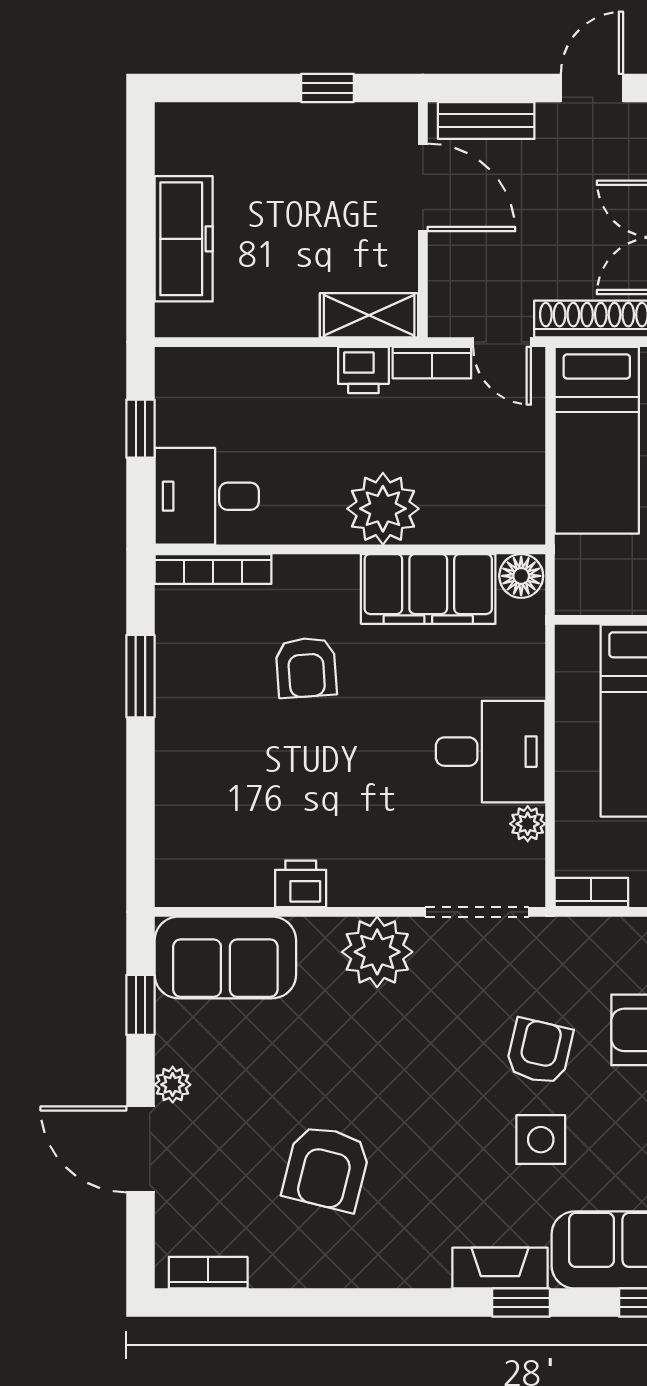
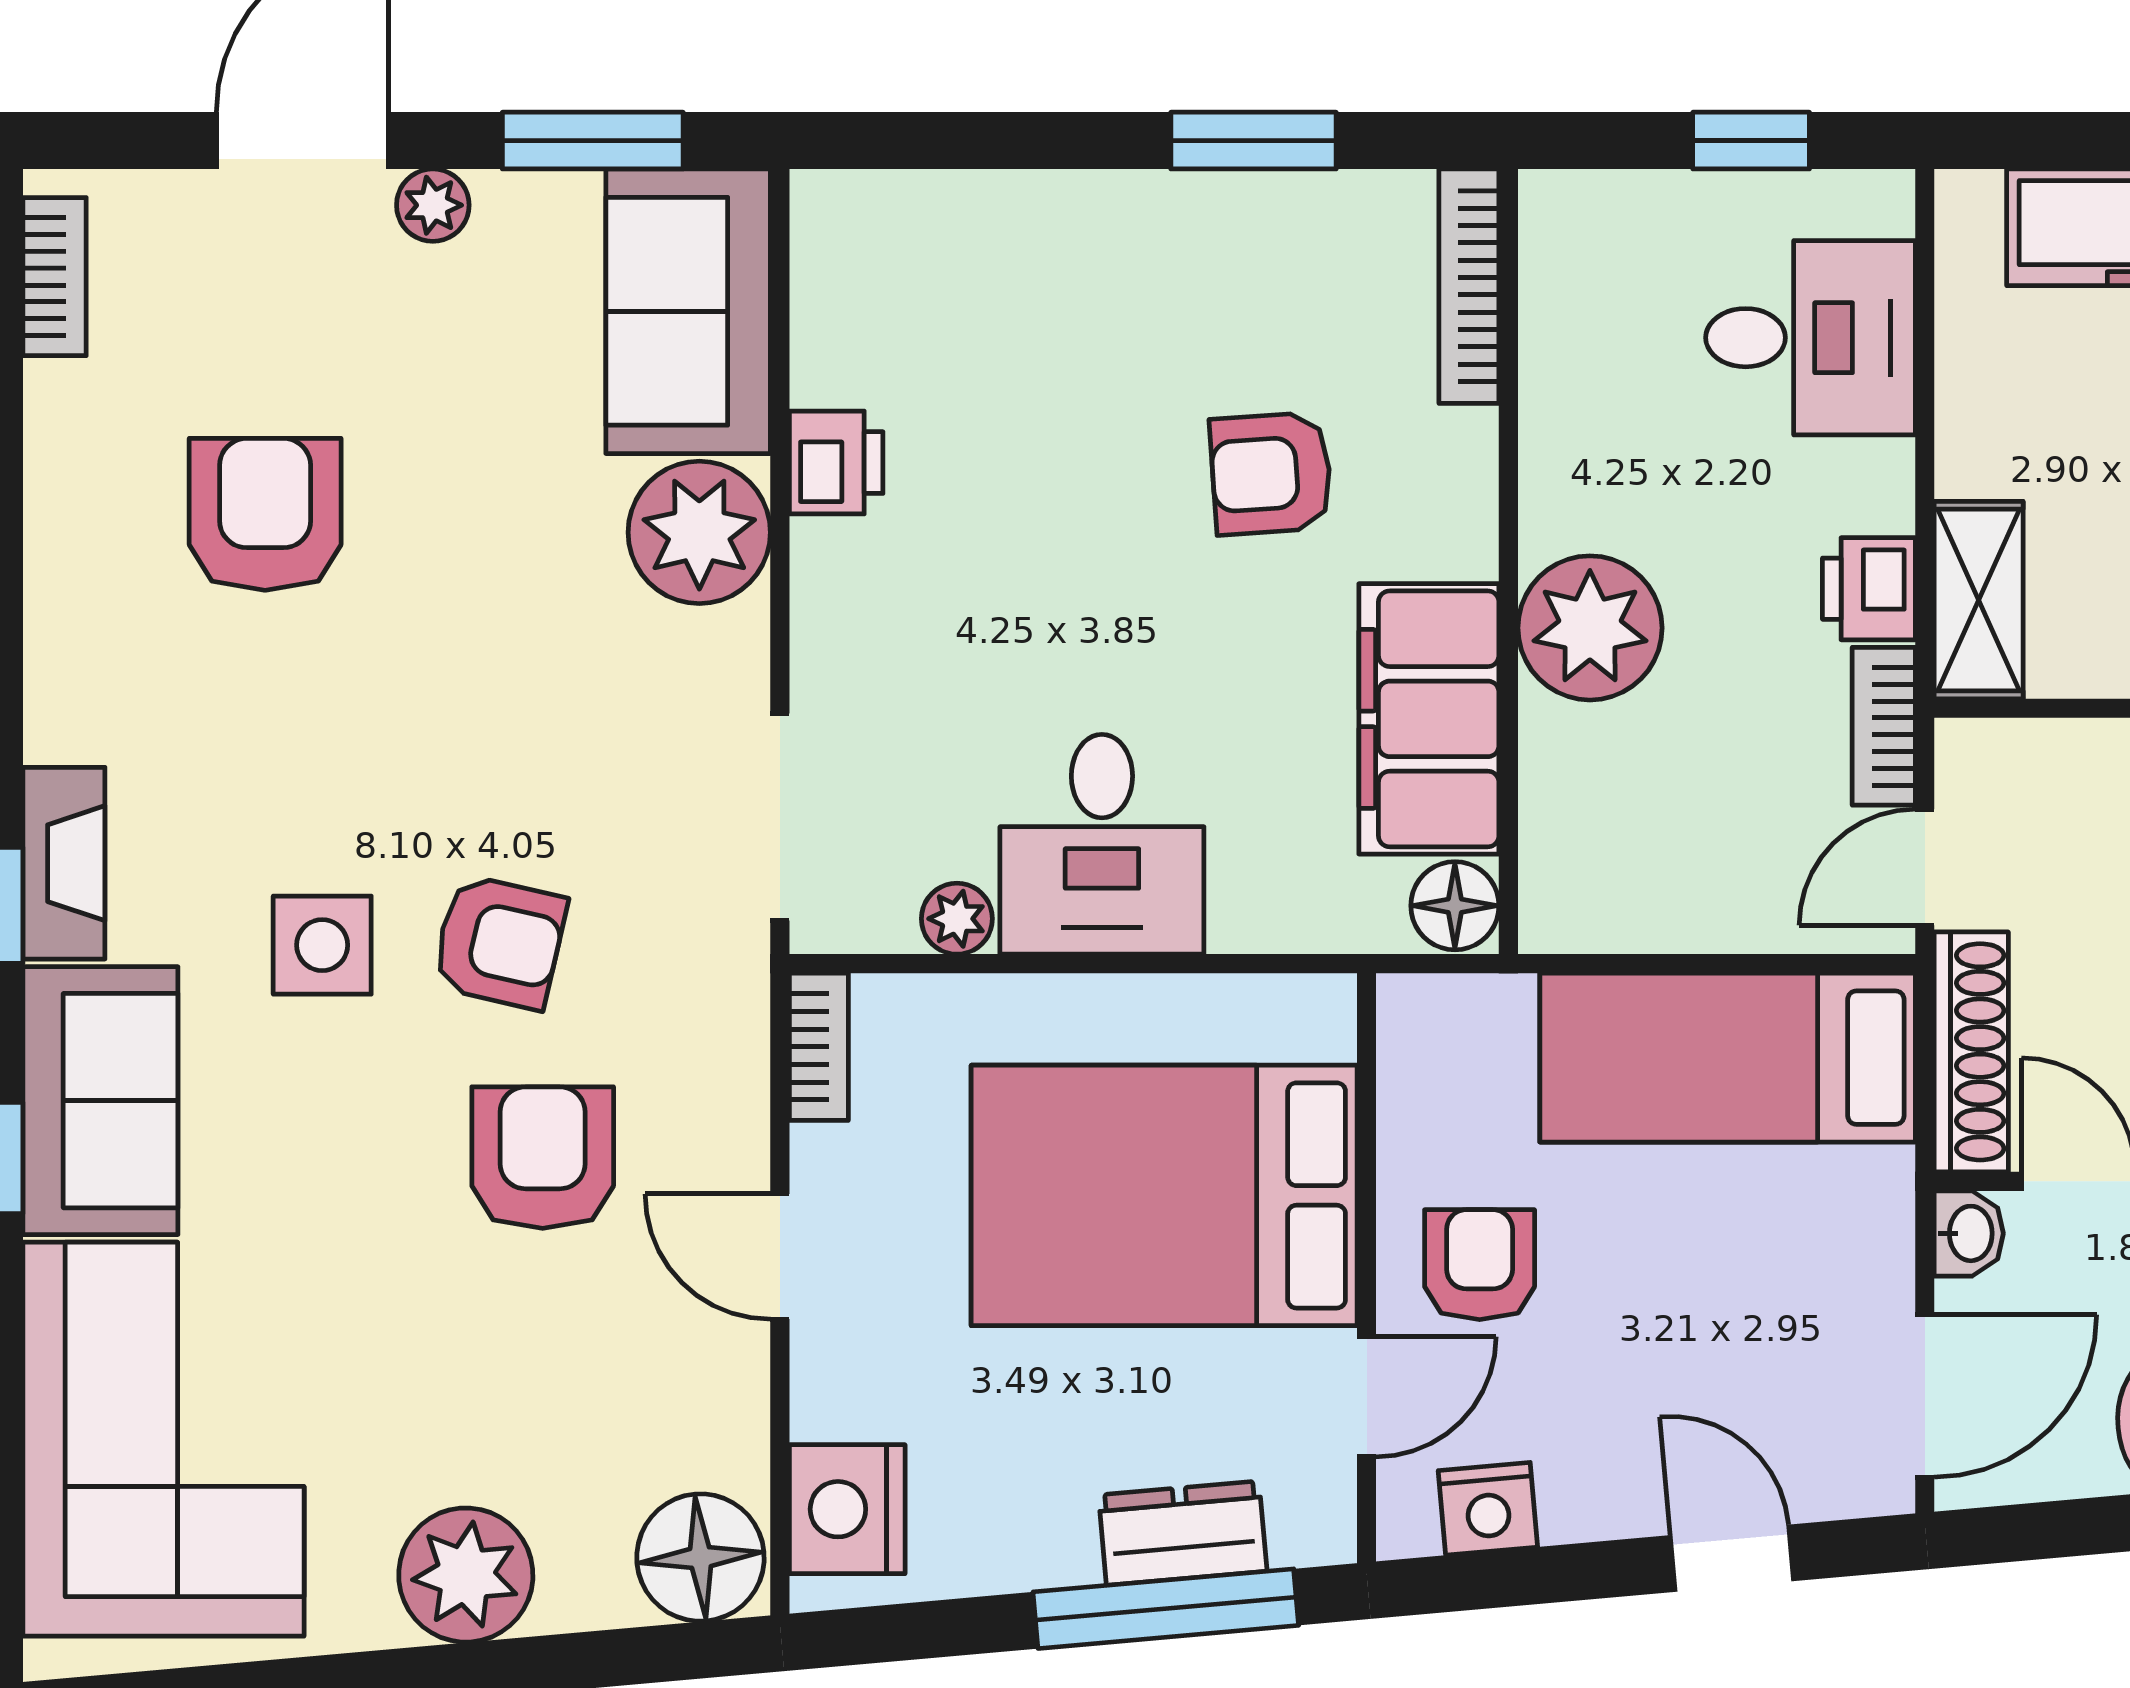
desk: (207, 496) -> (1811, 338), moved, turned 90
plant: (377, 952) -> (699, 532), moved
window: (140, 1005) -> (593, 141), width x1.50
armchair: (326, 1168) -> (265, 514), turned 76

